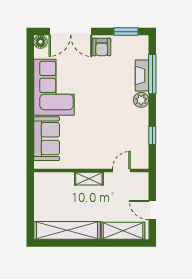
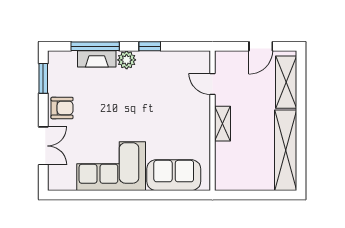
double door: (71, 32) -> (43, 146), width x0.73
floor lamp: (41, 42) -> (56, 183), removed
window: (152, 135) -> (150, 46), moved

